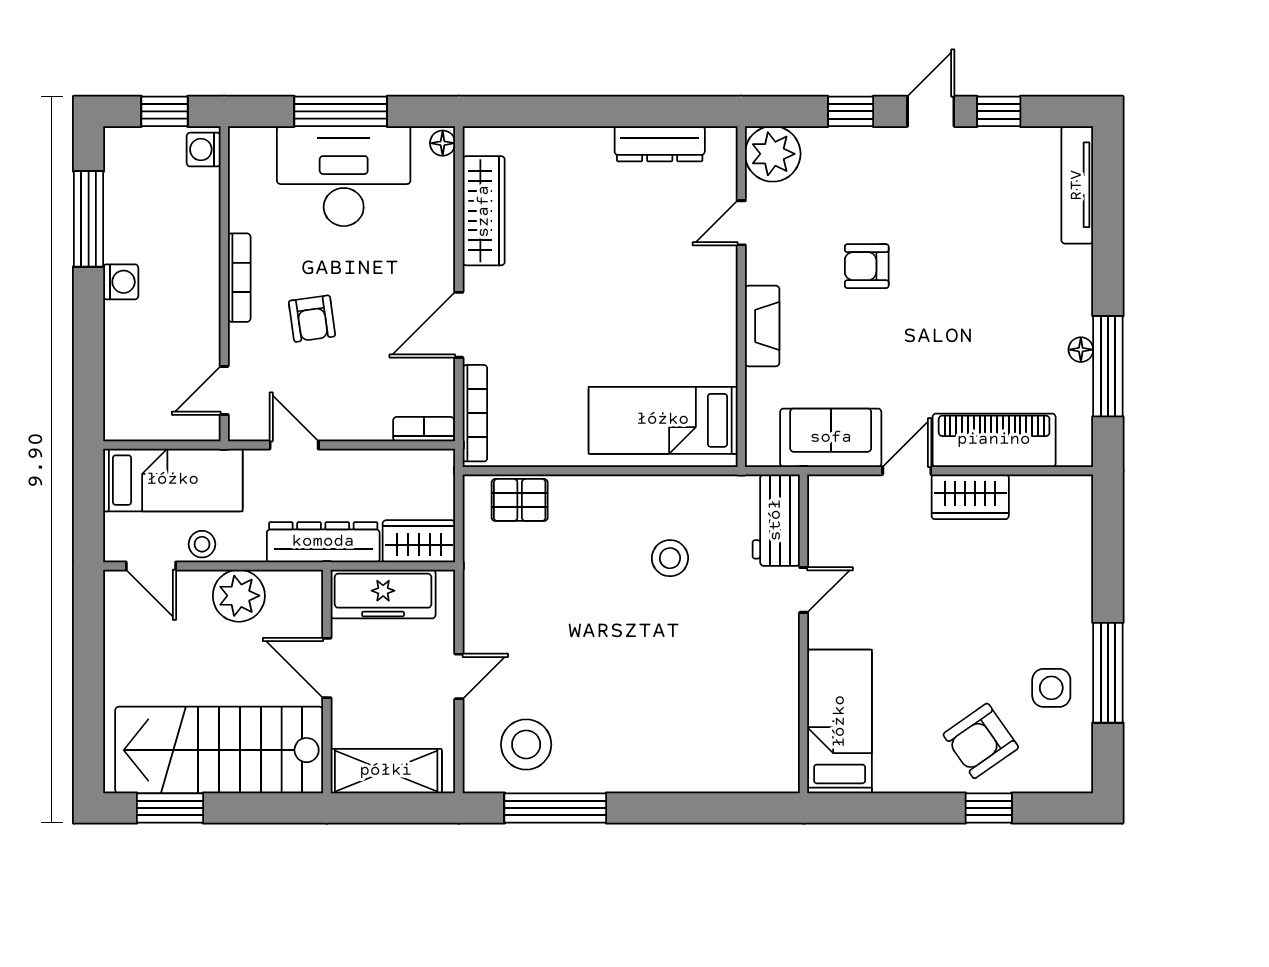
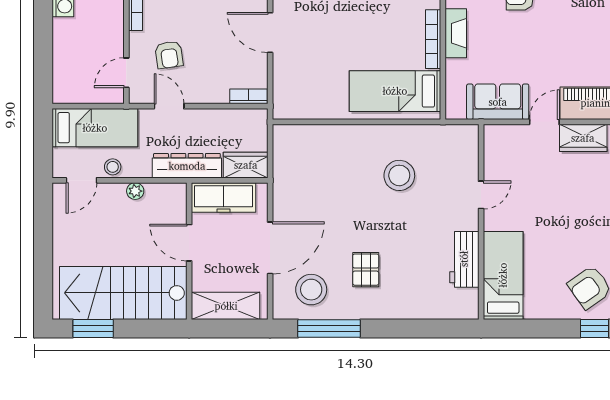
armchair: (312, 319) -> (169, 55), moved
door: (459, 325) -> (270, 33), hinge flipped
bookcase: (475, 413) -> (433, 39), moved, turned 180
pallet: (520, 500) -> (366, 270), moved, turned 90
workbench: (776, 520) -> (464, 259), moved
stool: (670, 558) -> (399, 175), width x1.38, depth x1.38
door: (151, 566) -> (81, 180), hinge flipped
plant: (239, 596) -> (135, 191), width x0.53, depth x0.53
door: (459, 676) -> (270, 248), width x1.87

